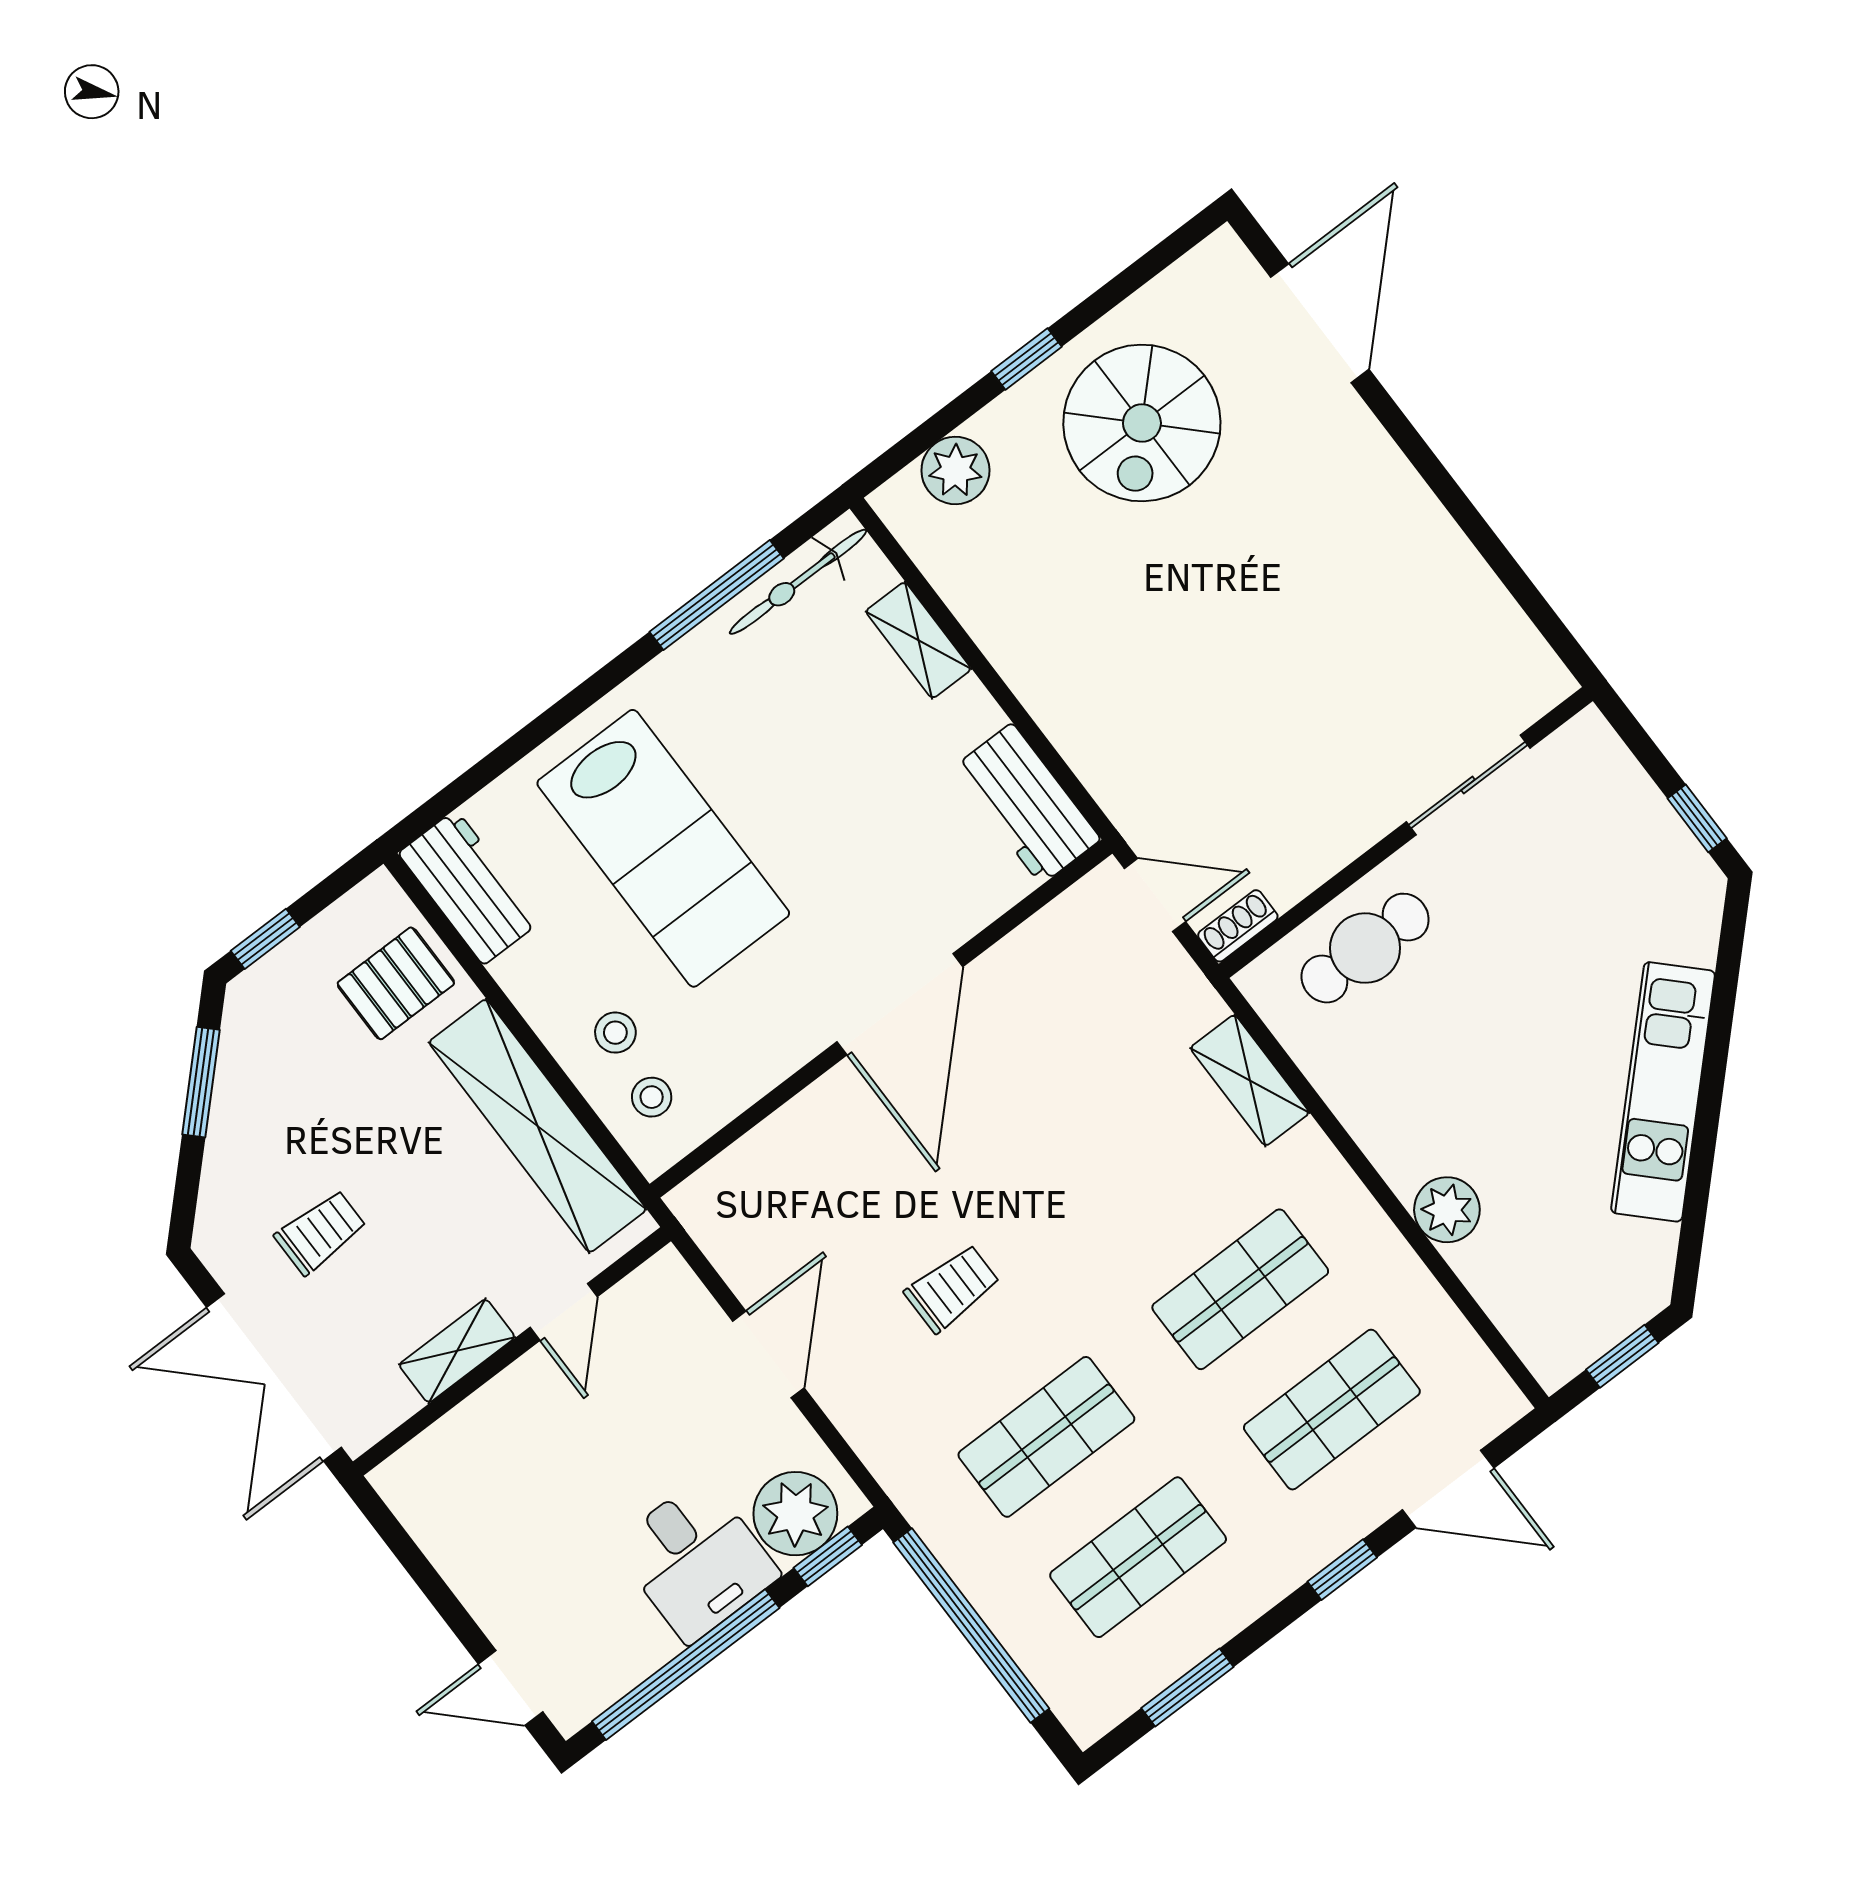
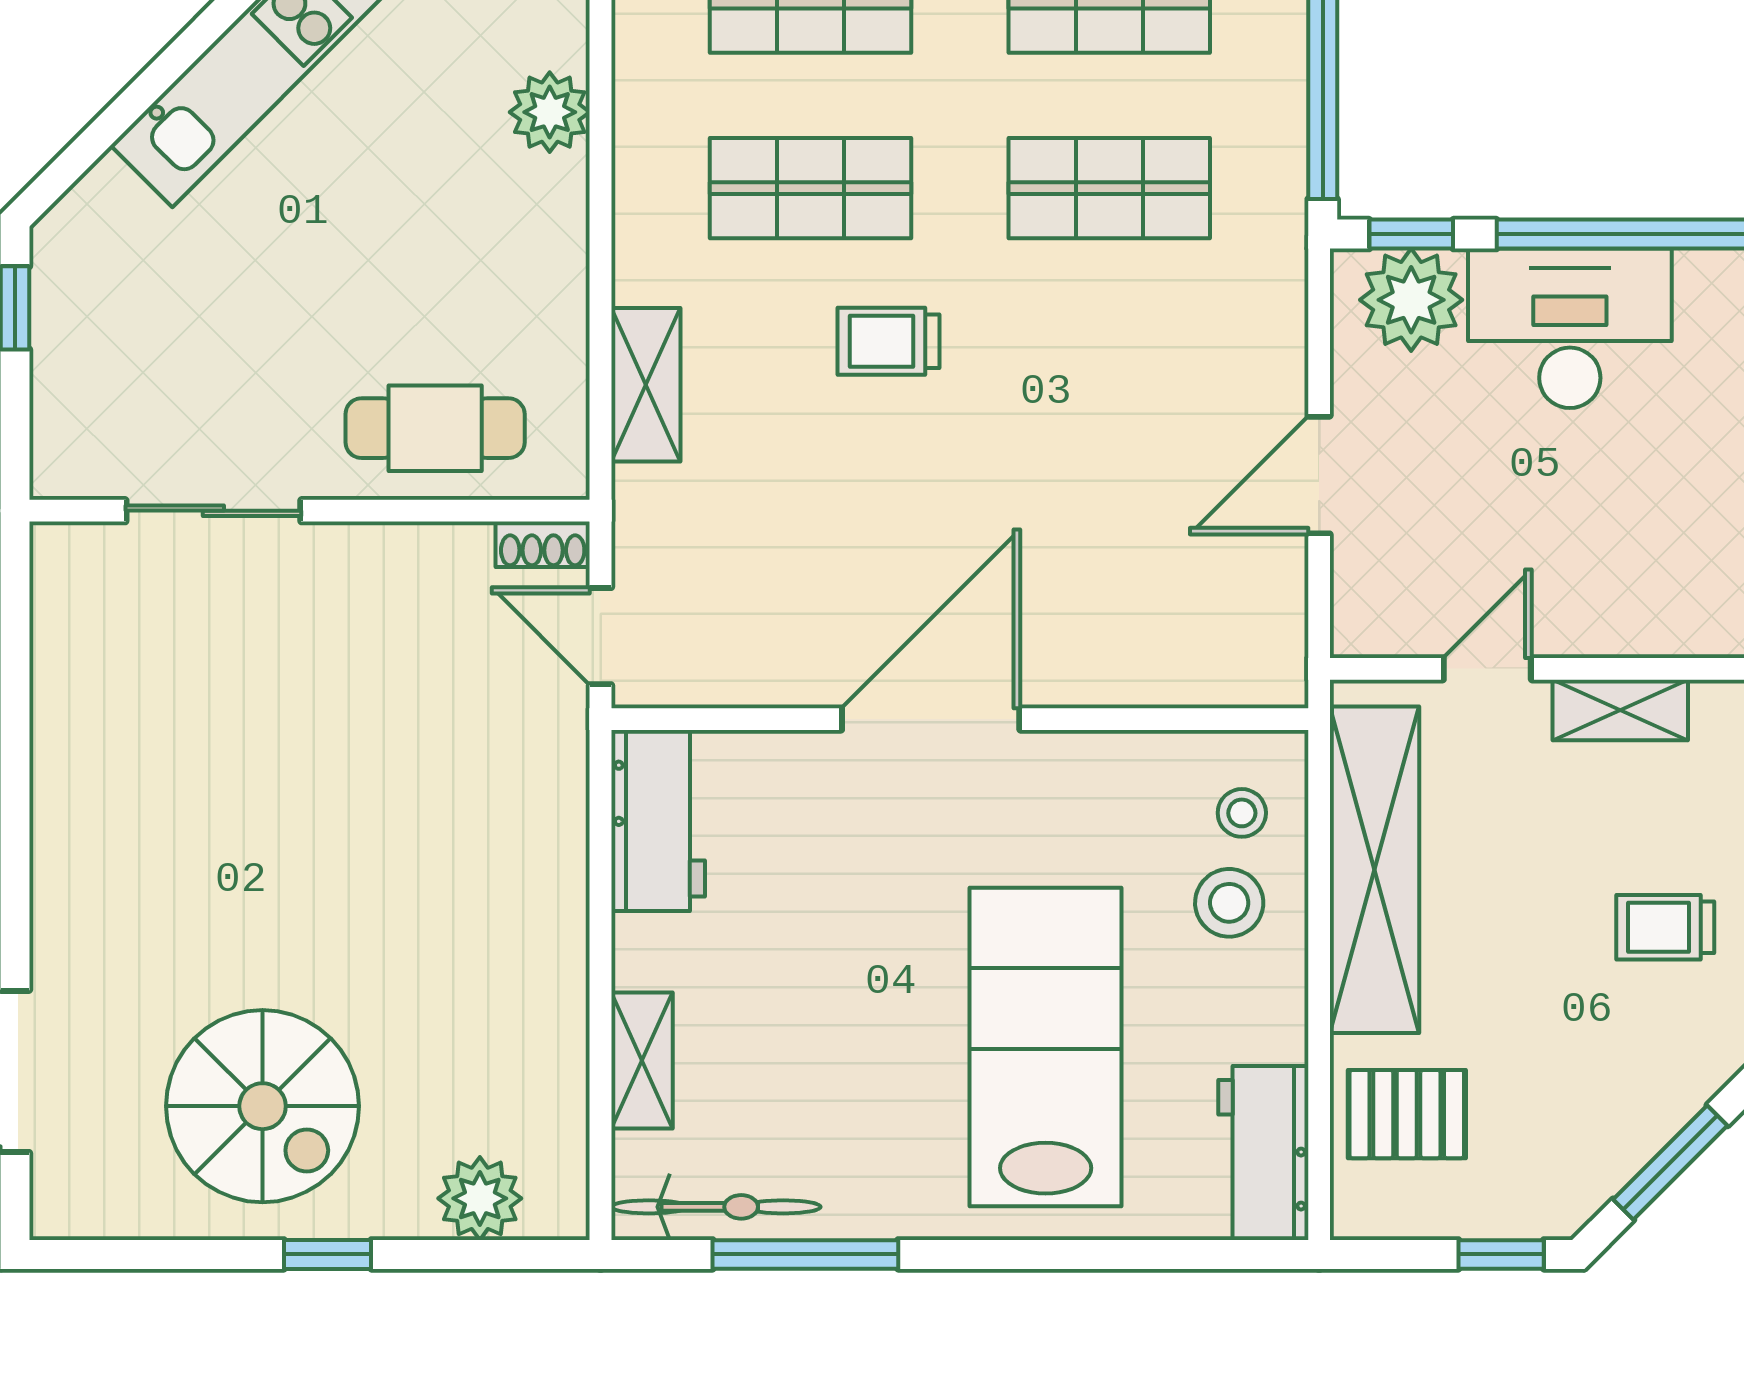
spiral stairs: (1142, 423) -> (263, 1106), turned 90
stool: (615, 1033) -> (1229, 903), width x1.37, depth x1.37
trolley: (952, 1288) -> (889, 341), moved
desk: (696, 1560) -> (1570, 328), width x1.37

